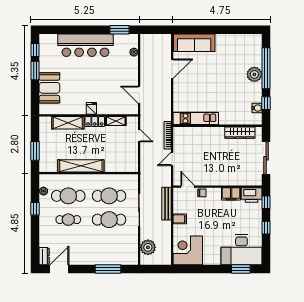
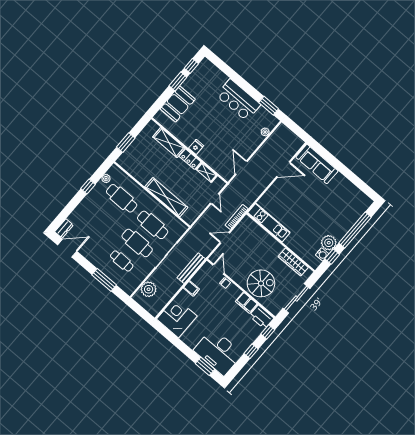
bar counter: (85, 45) -> (238, 100), width x0.73
plant: (254, 74) -> (329, 243), moved
shelving: (81, 166) -> (166, 197), moved
spiral stairs: (229, 170) -> (261, 283), added
cafe table: (68, 220) -> (122, 261), moved

